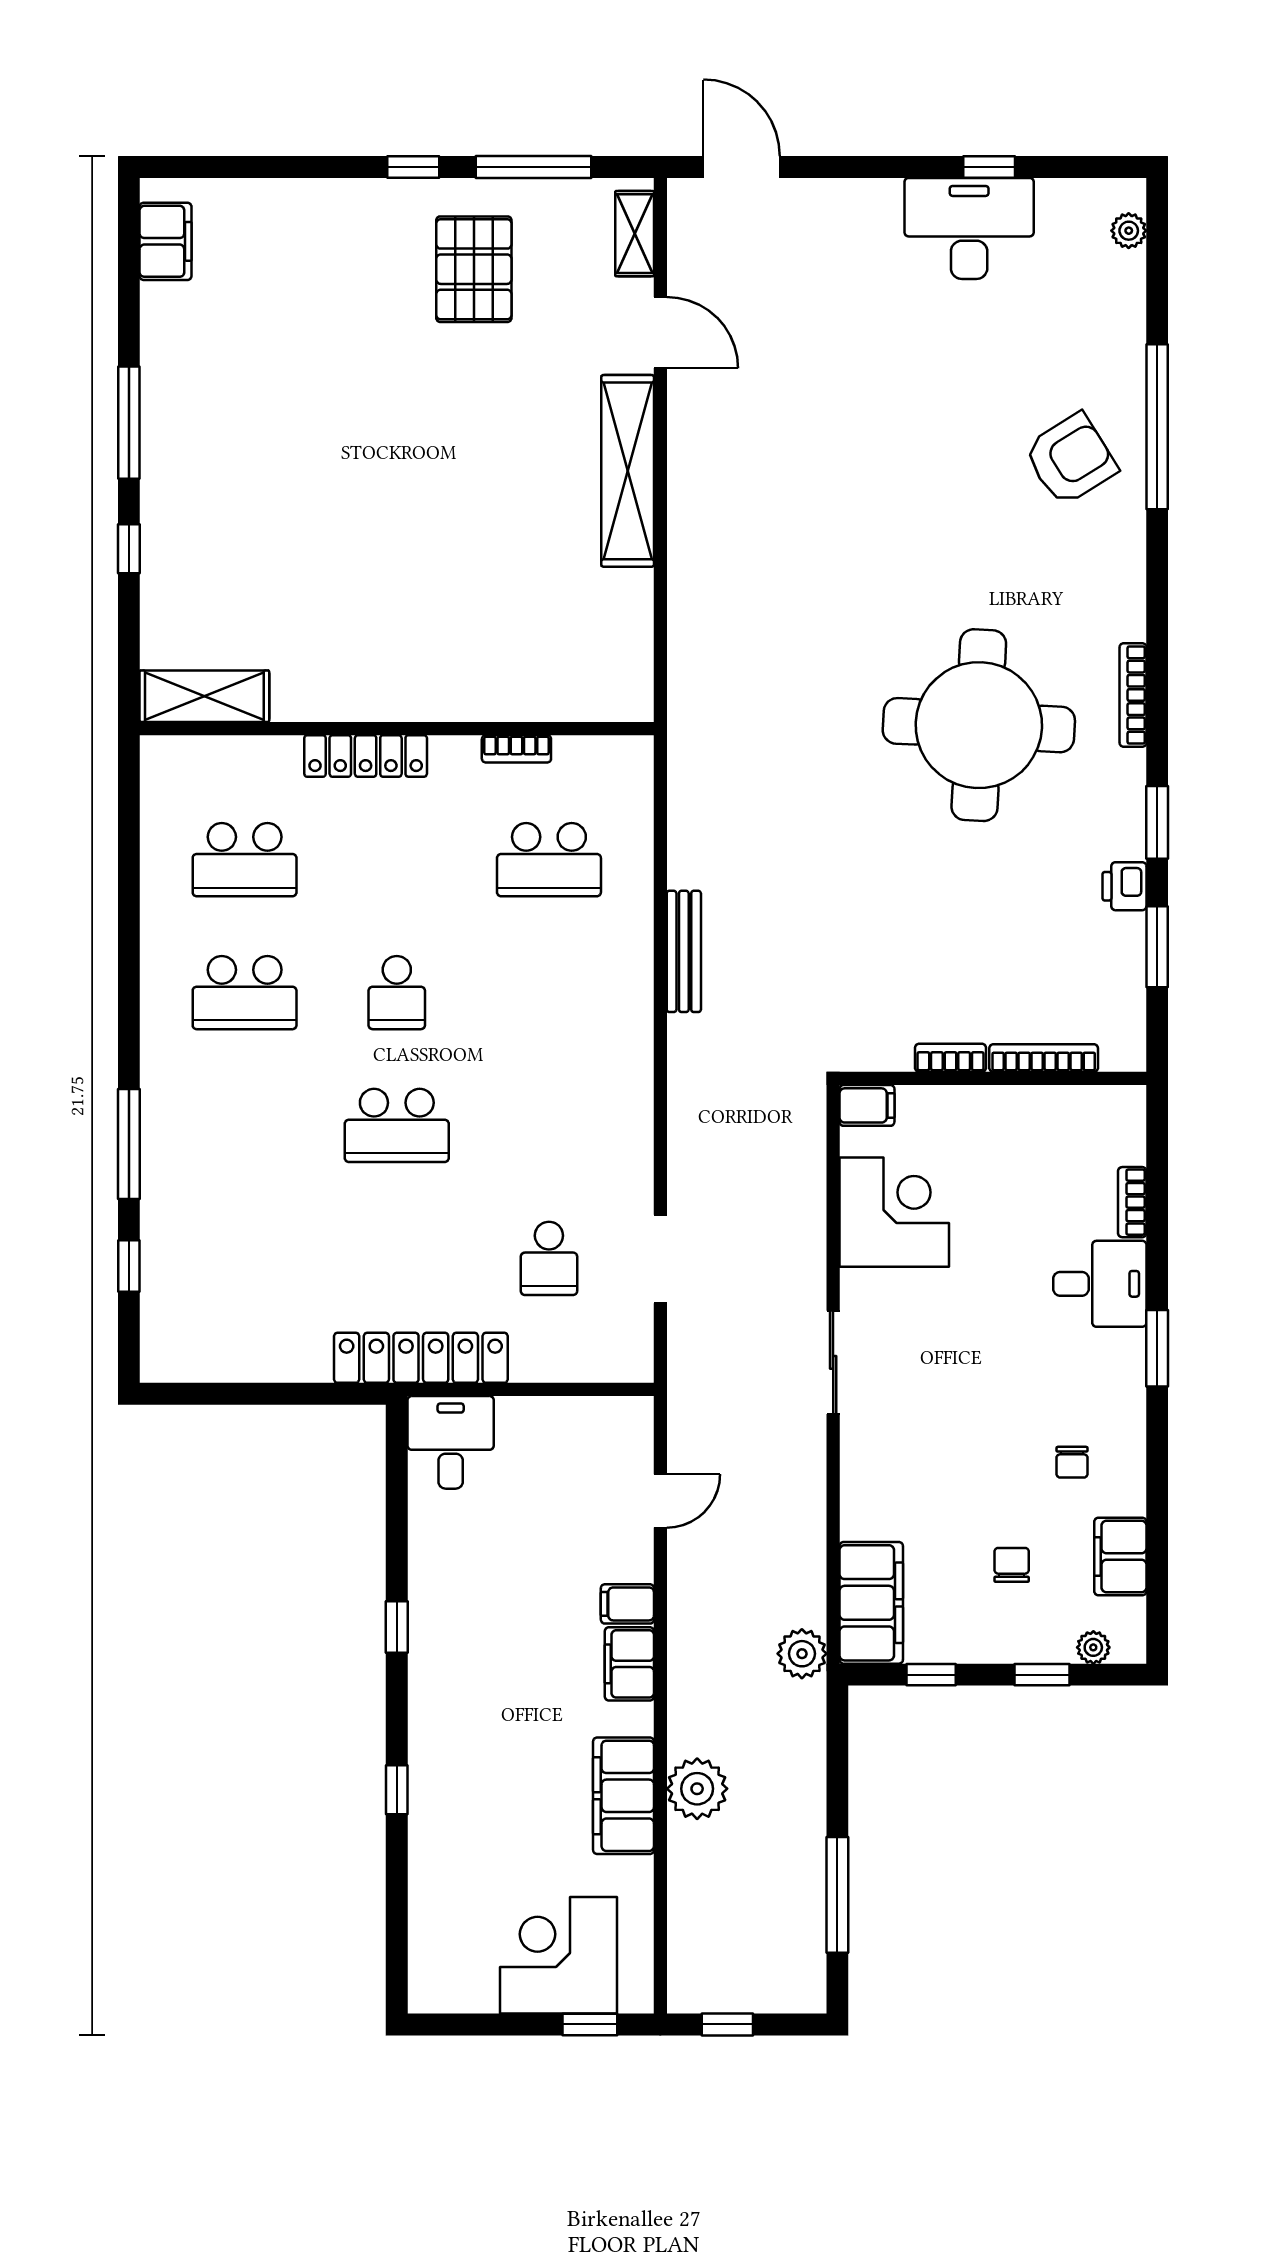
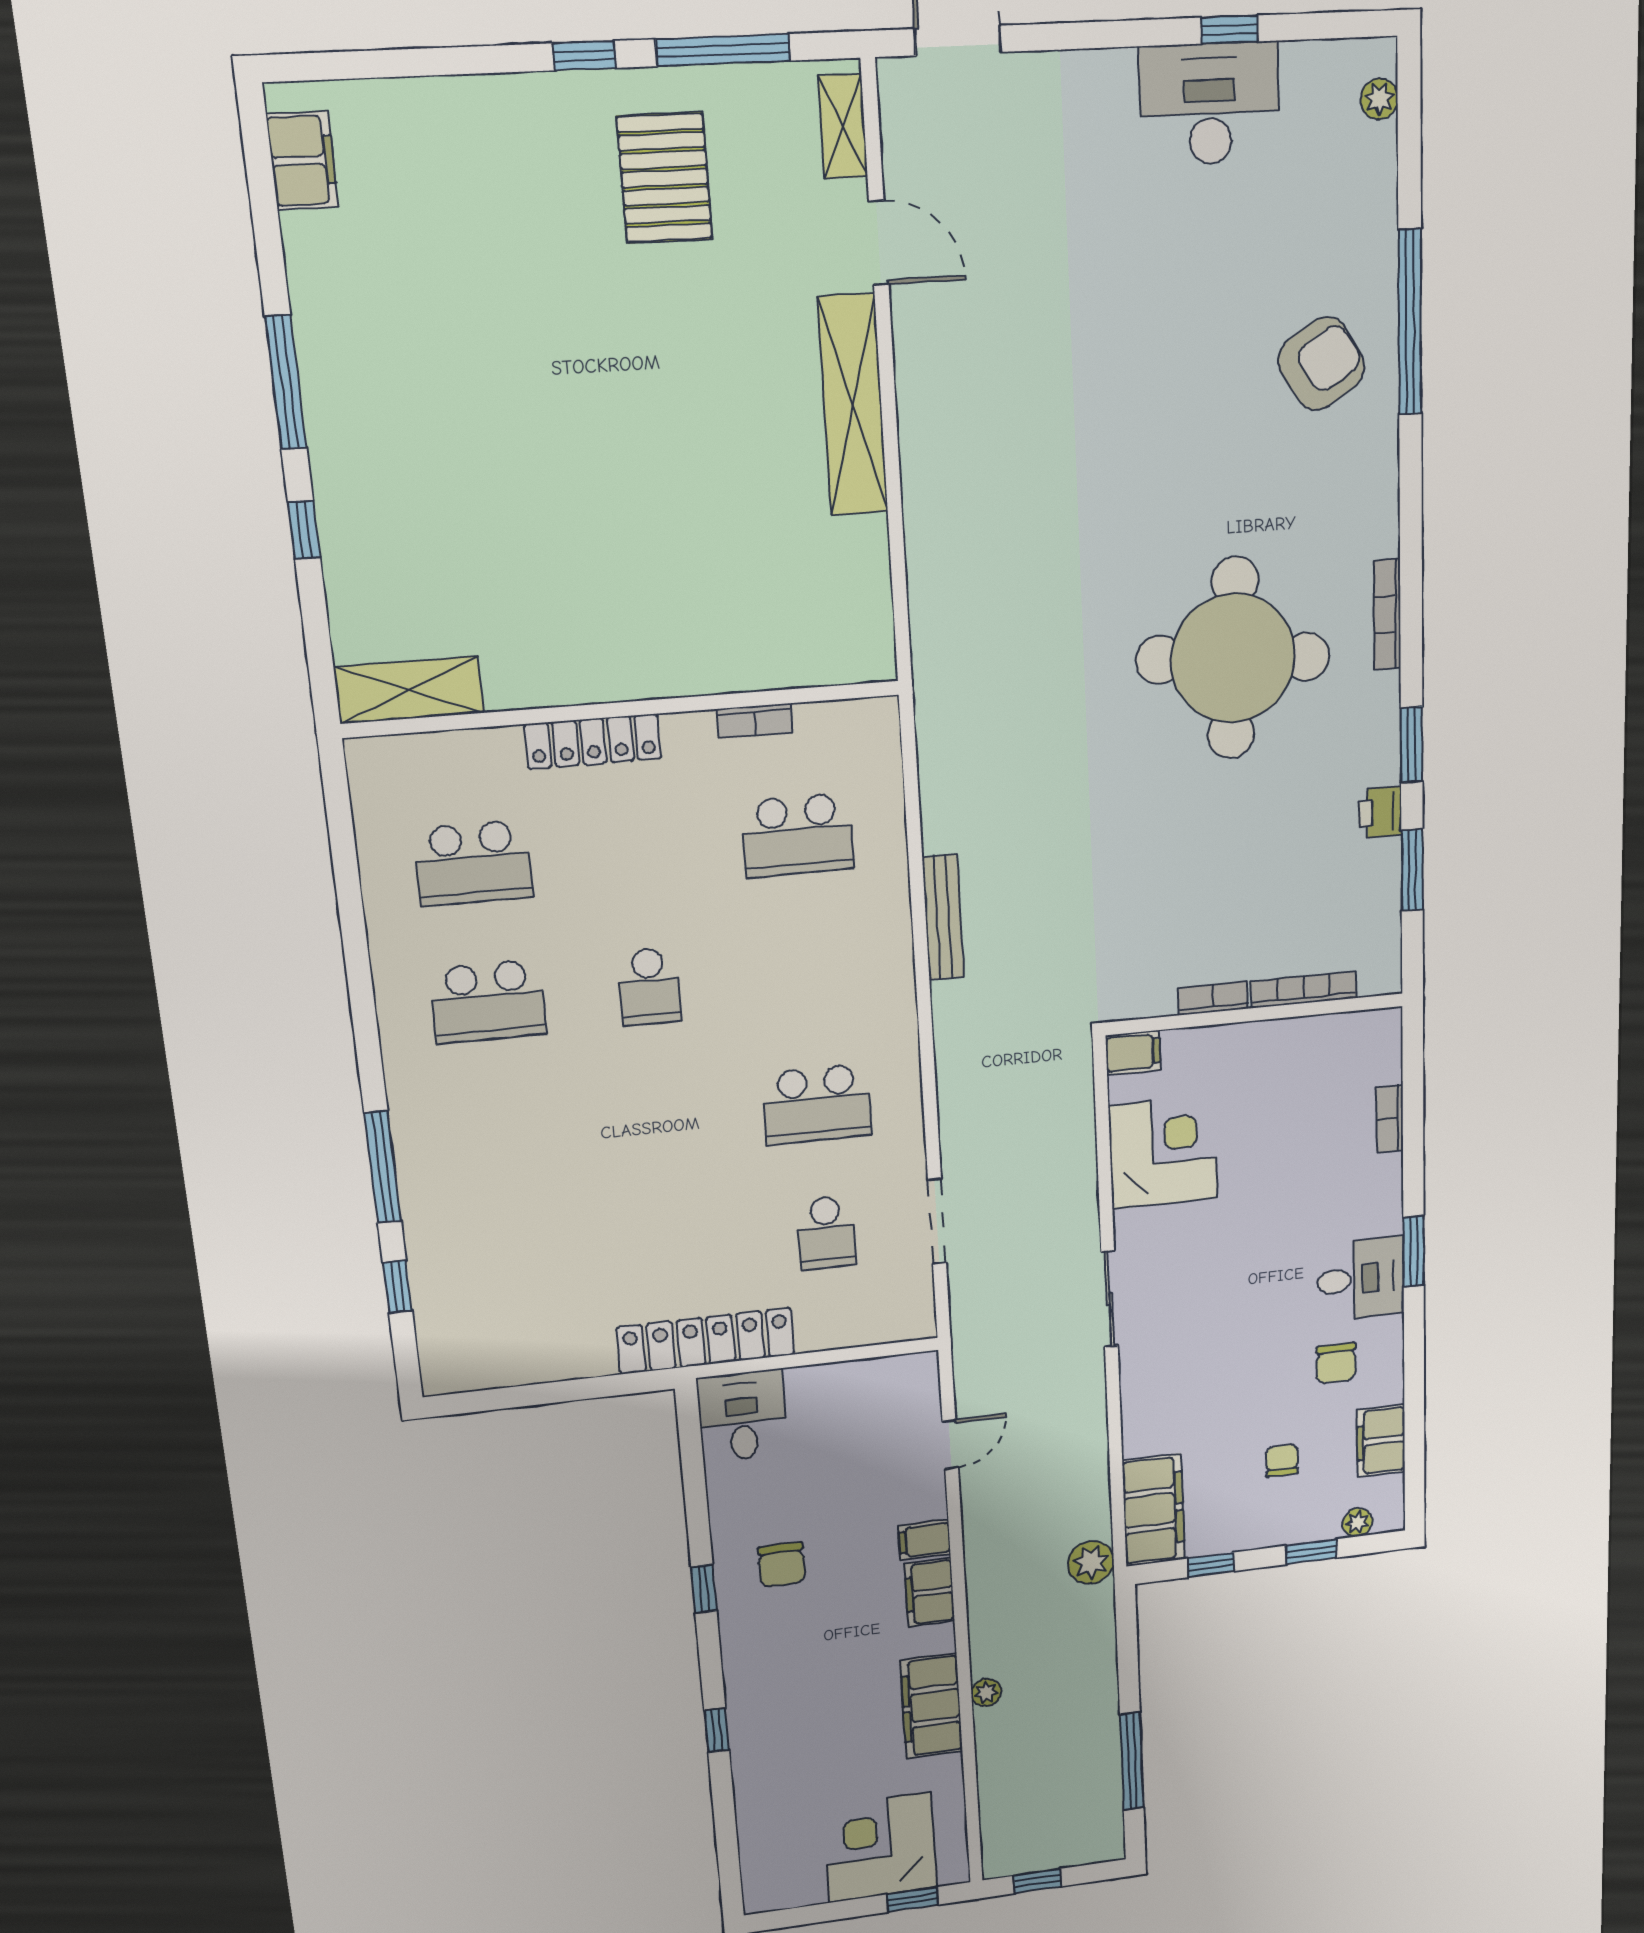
school desk: (397, 1125) -> (817, 1104), moved
desk: (1100, 1284) -> (1361, 1279), moved
chair: (1072, 1462) -> (1336, 1363), width x1.37, depth x1.37
chair: (478, 1611) -> (782, 1565), added
plant: (697, 1789) -> (986, 1693), width x0.53, depth x0.53

